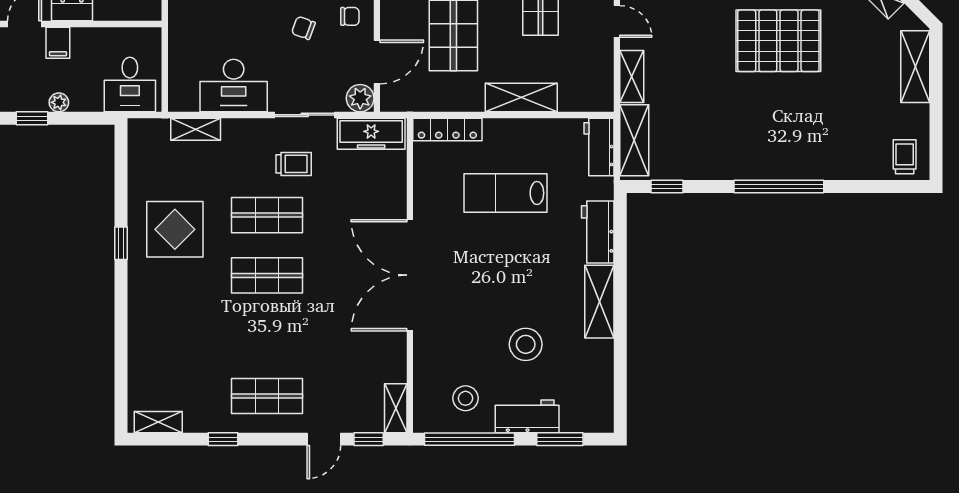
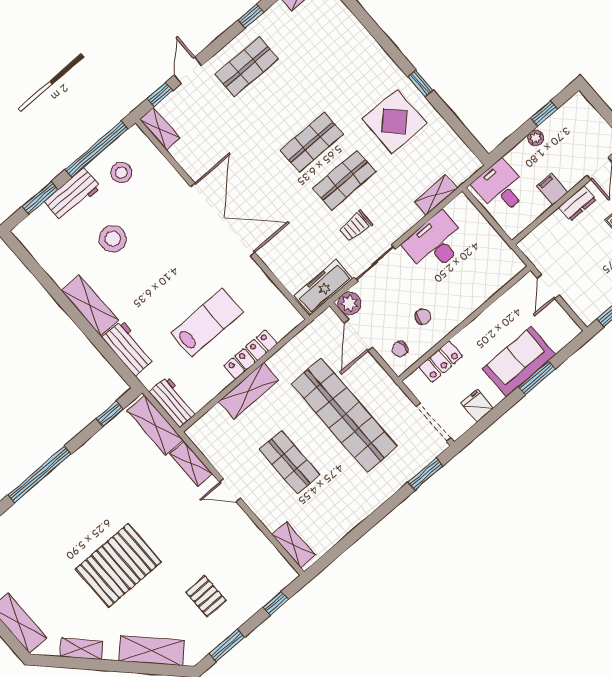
filing cabinet: (58, 43) -> (552, 189), moved
locker: (447, 129) -> (250, 355), moved

